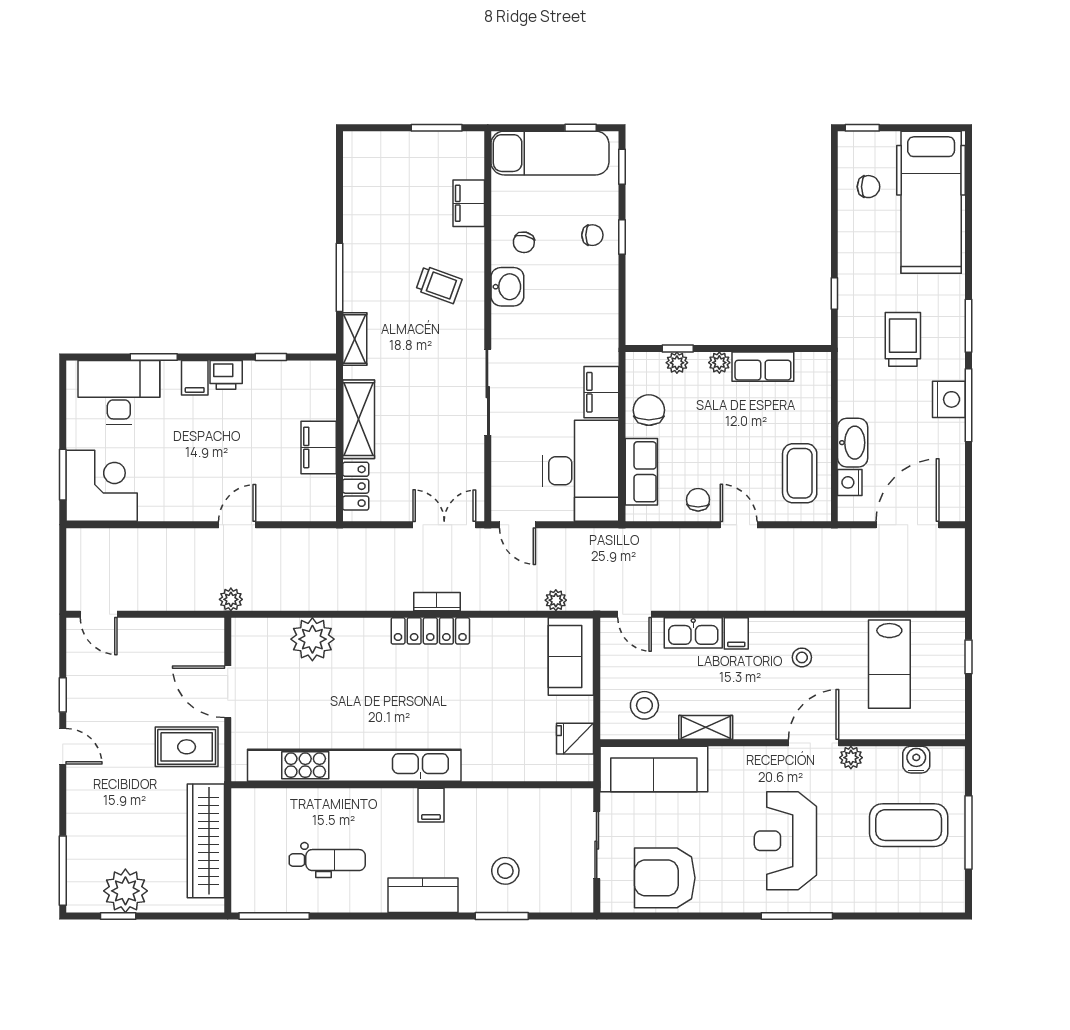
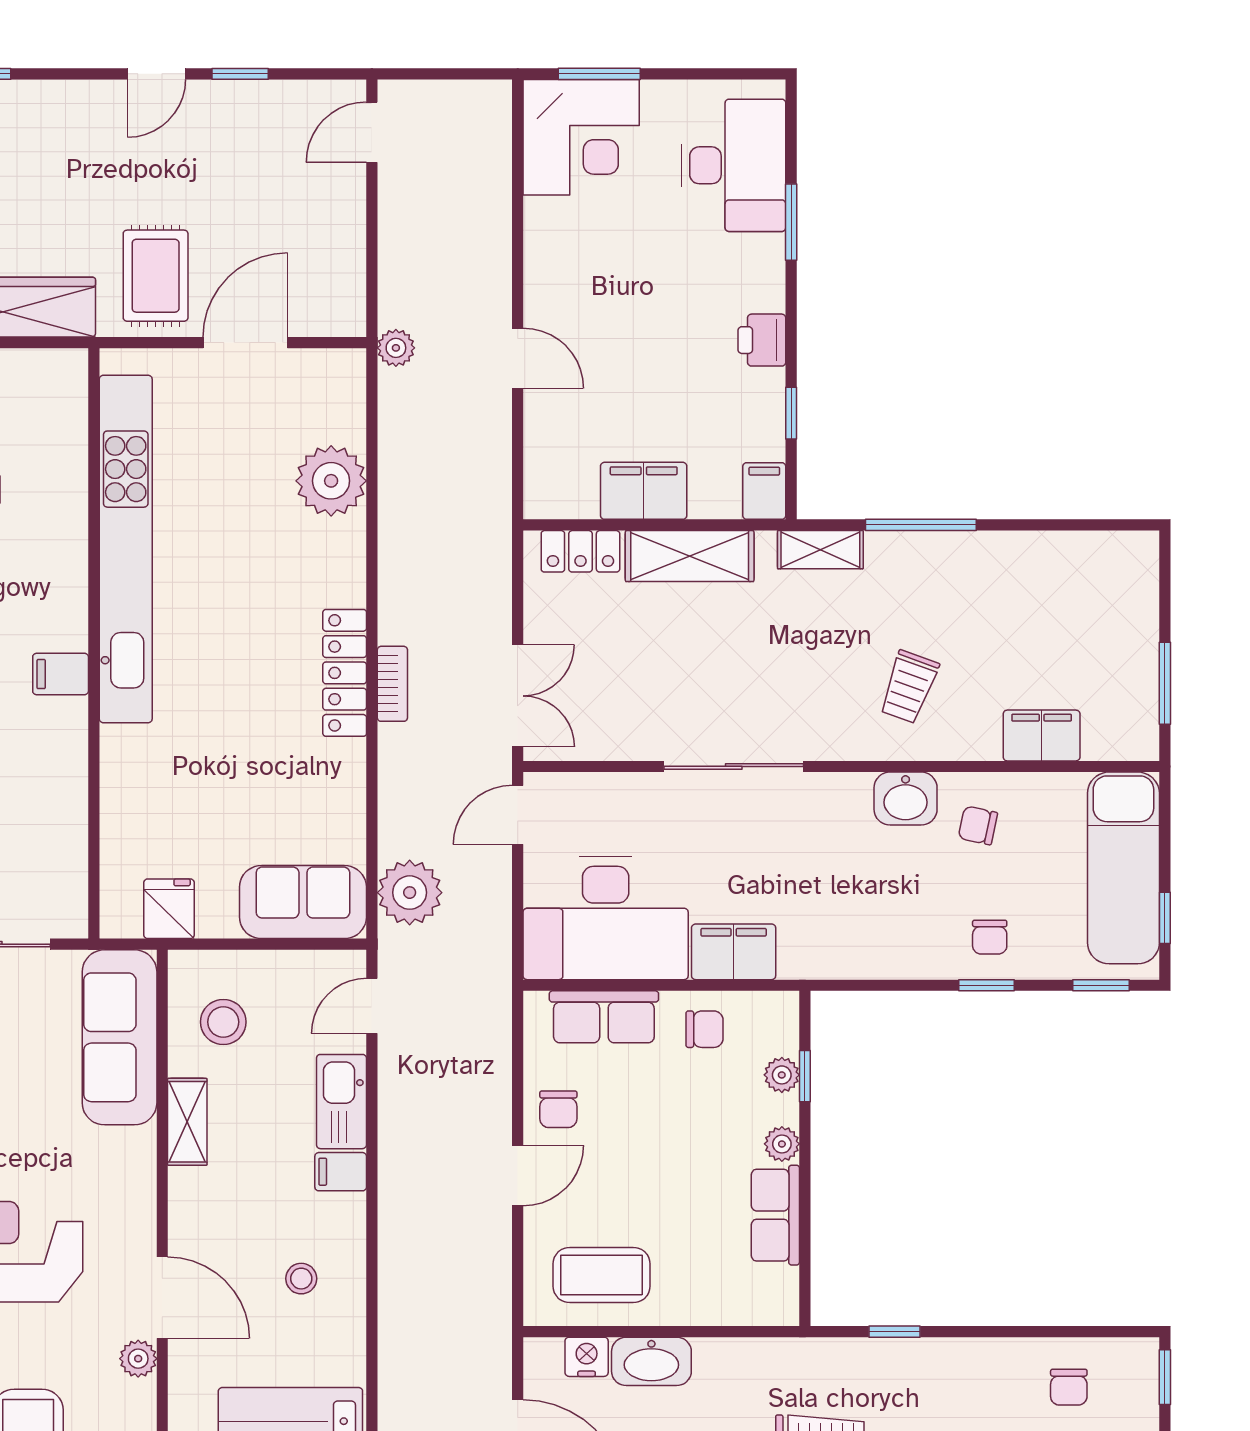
filing cabinet: (195, 378) -> (764, 491), moved, turned 90
chair: (649, 410) -> (705, 1029), width x0.73, depth x0.73
chair: (698, 500) -> (558, 1109), turned 90
plant: (556, 600) -> (410, 893), width x1.88, depth x1.88

